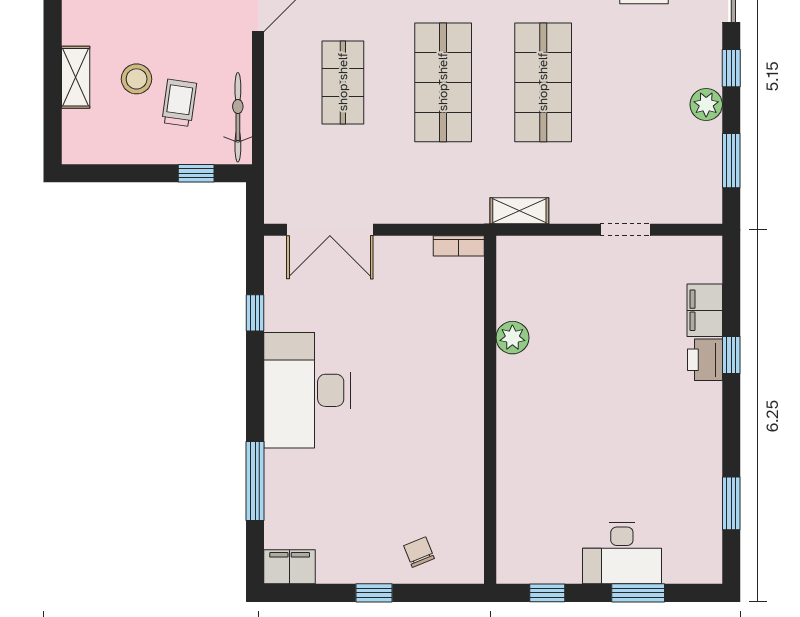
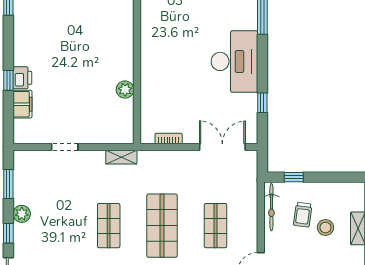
shop shelf: (543, 82) -> (109, 226), width x0.70, depth x0.74
bookcase: (459, 246) -> (169, 138), moved

